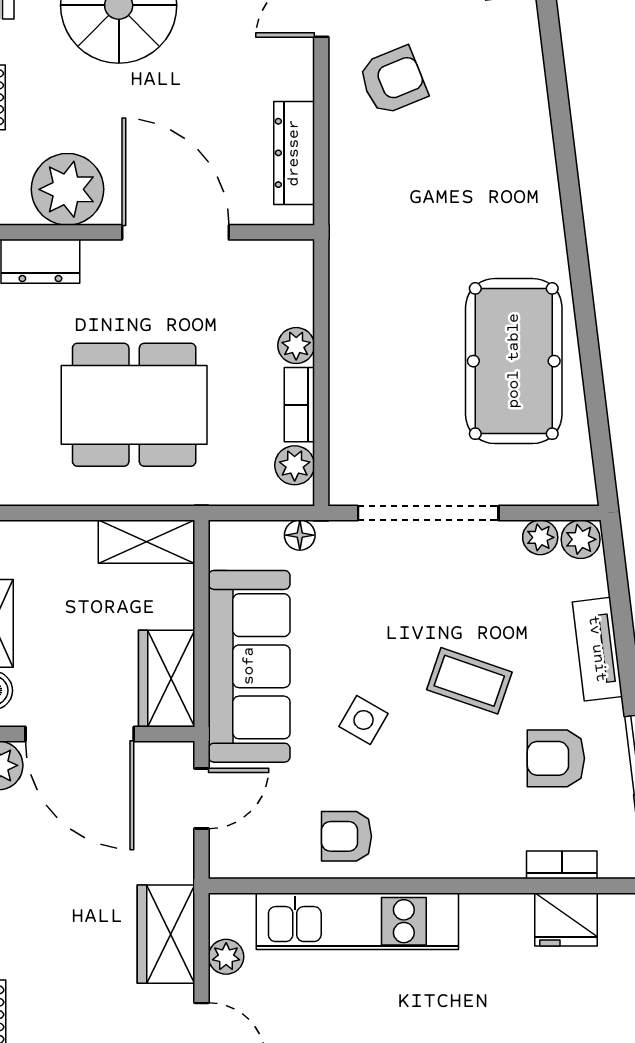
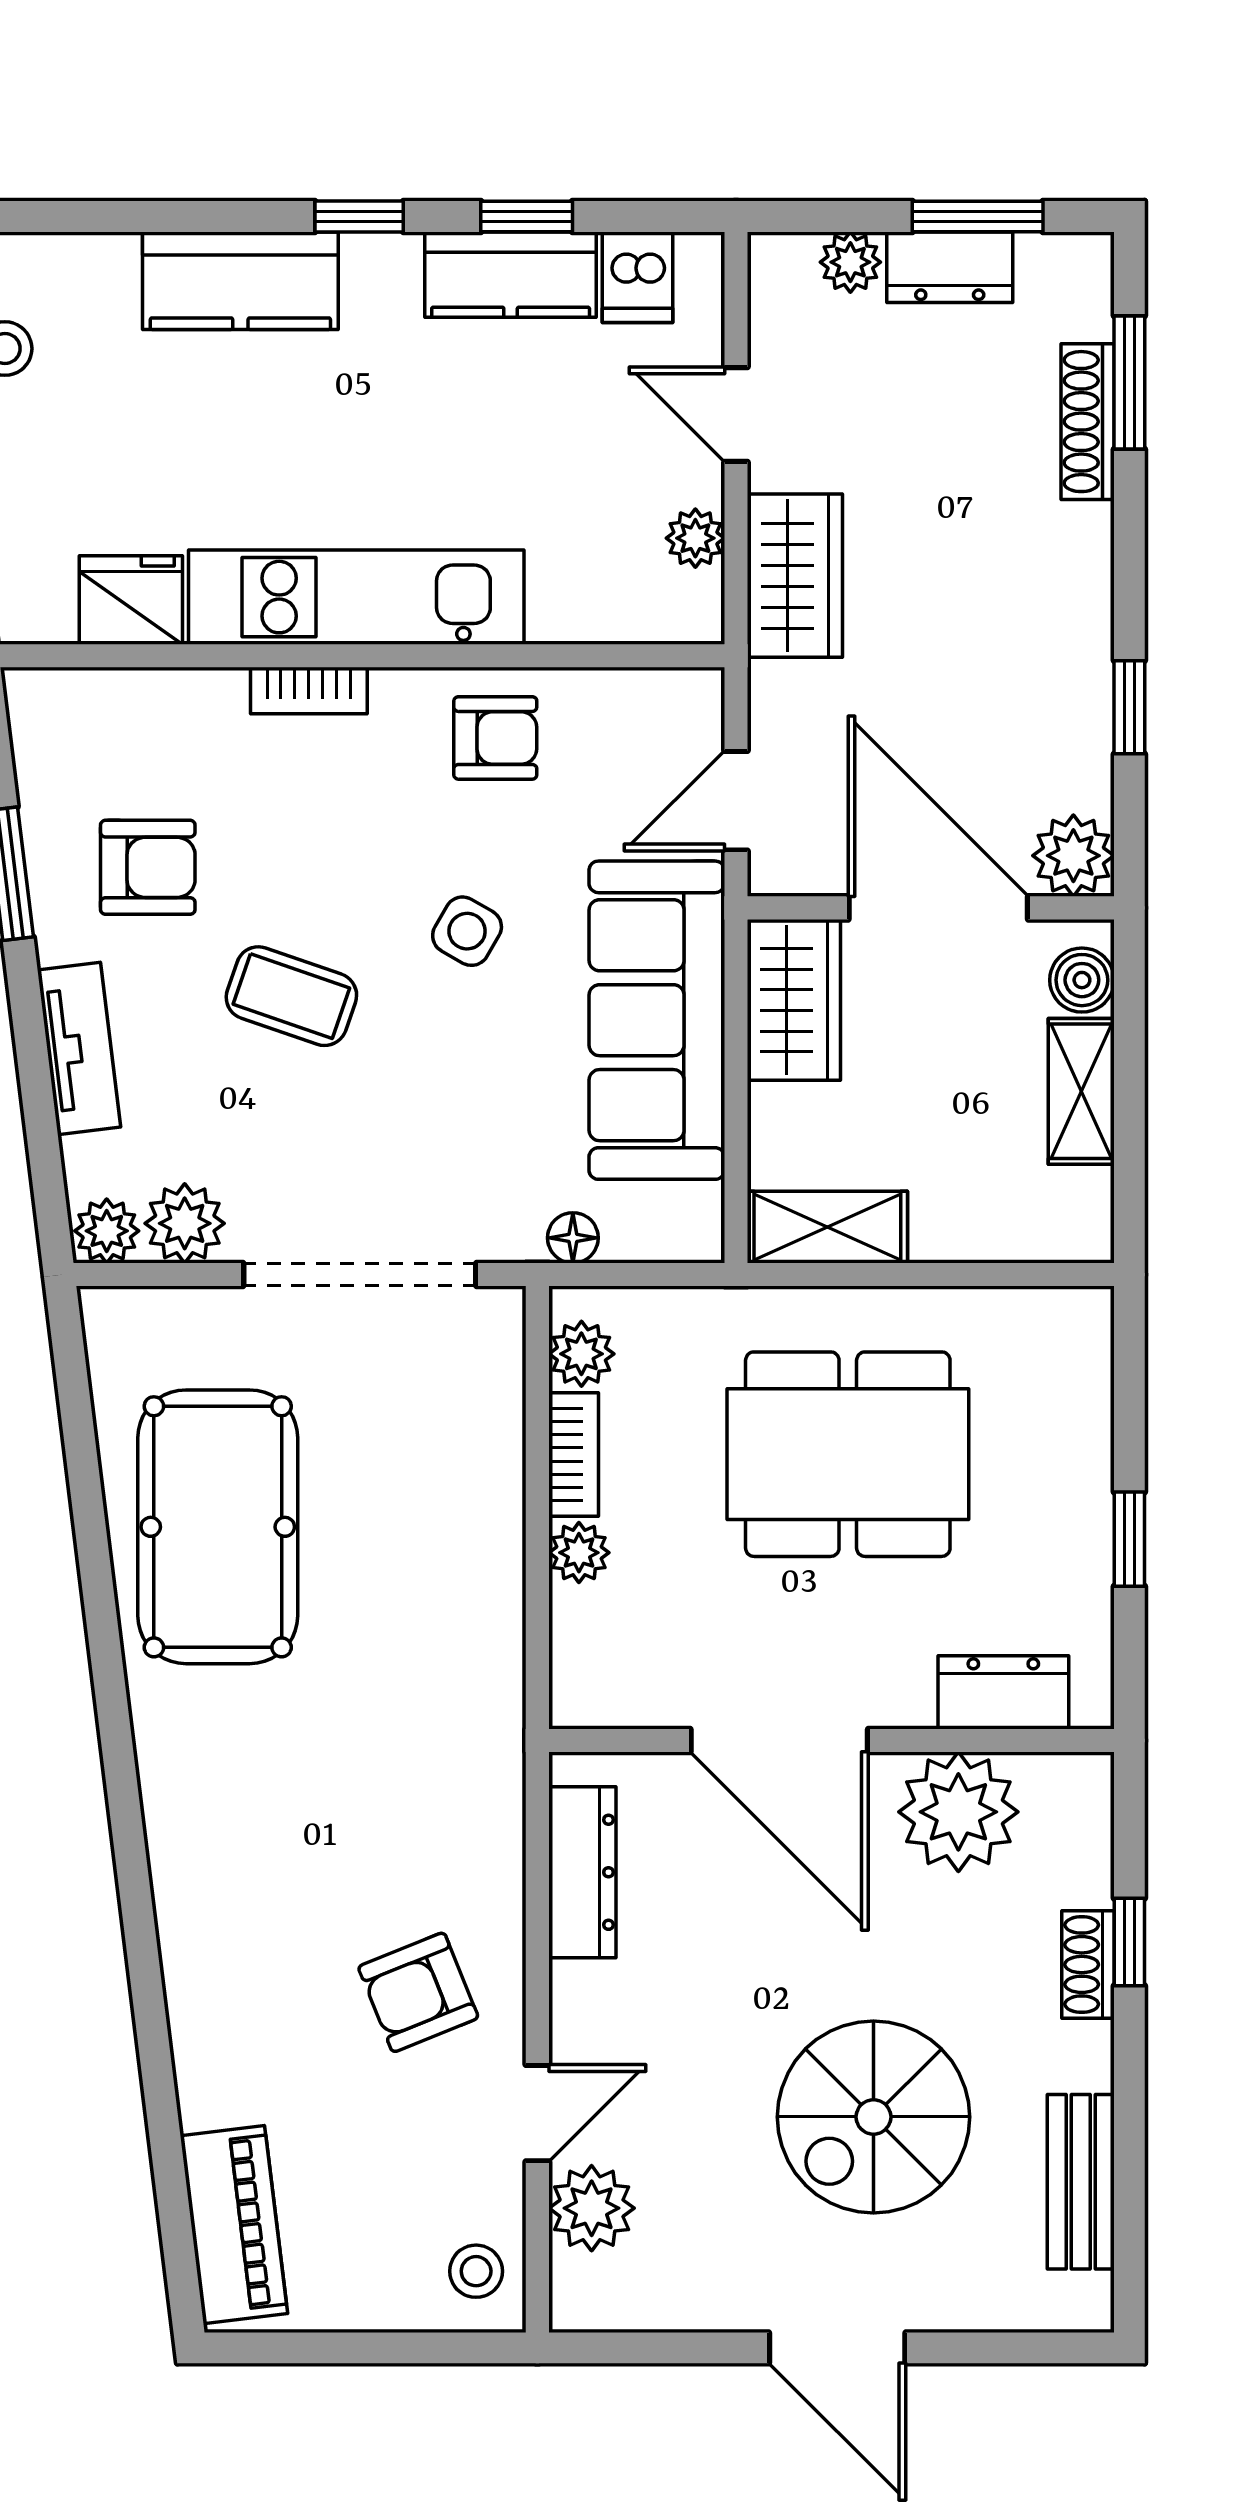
plant: (540, 537) -> (185, 1223), width x1.38, depth x1.38
bookcase: (562, 865) -> (309, 690), moved
kitchen unit: (357, 921) -> (356, 597), moved

